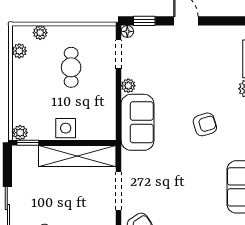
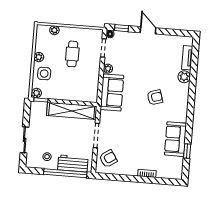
plant: (19, 51) -> (39, 57), moved
side table: (66, 128) -> (44, 74), moved

